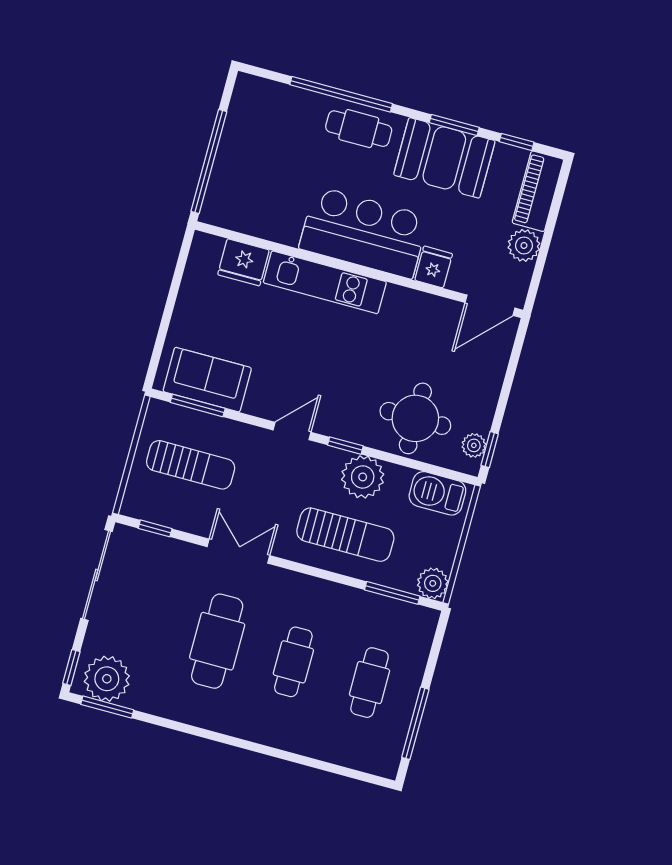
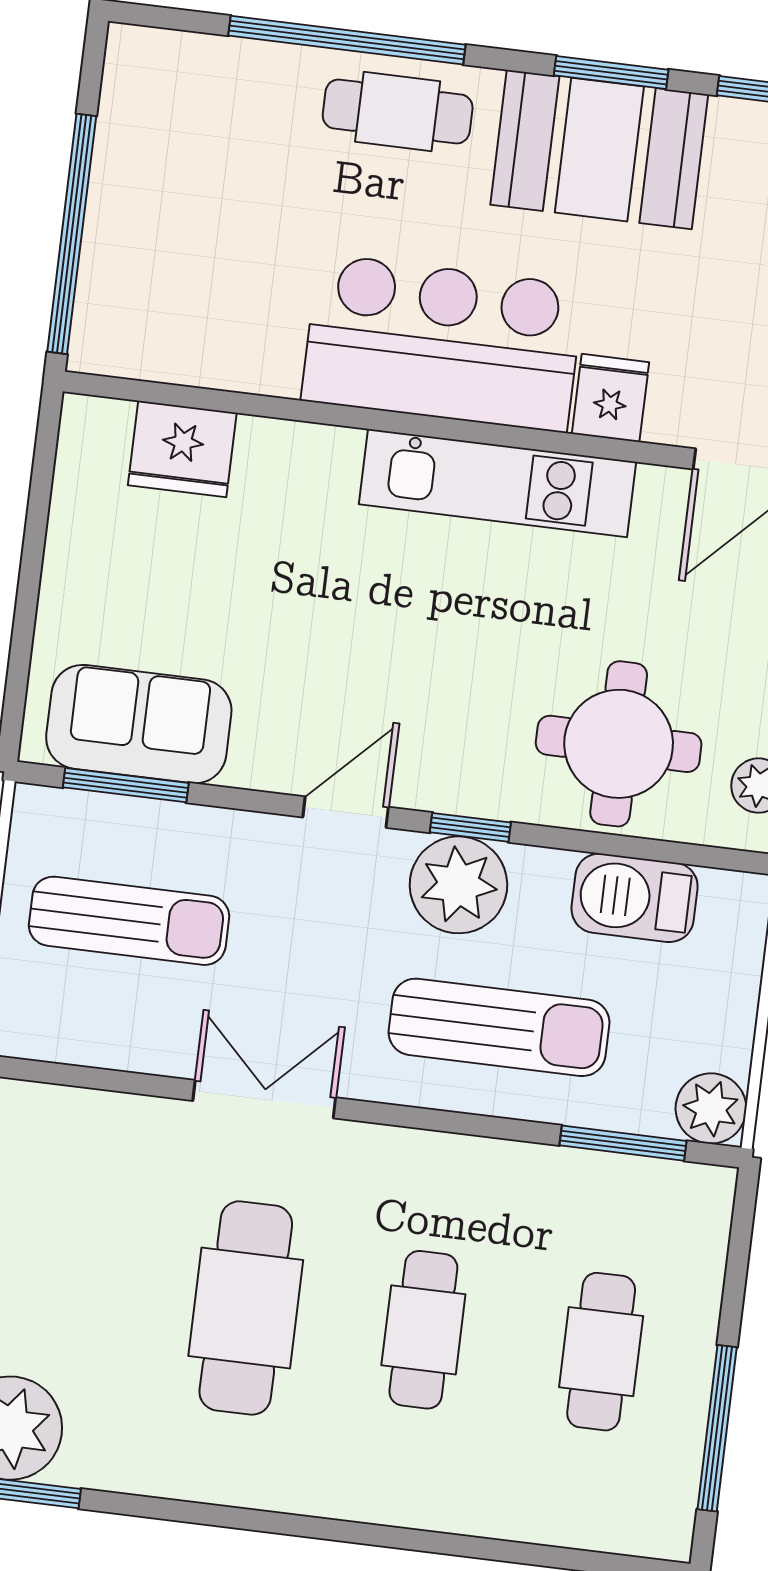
kitchen unit: (325, 282) -> (497, 483), moved
plant: (363, 477) -> (458, 885), moved
barbecue: (437, 493) -> (635, 898), moved
window: (155, 528) -> (70, 1075), removed

